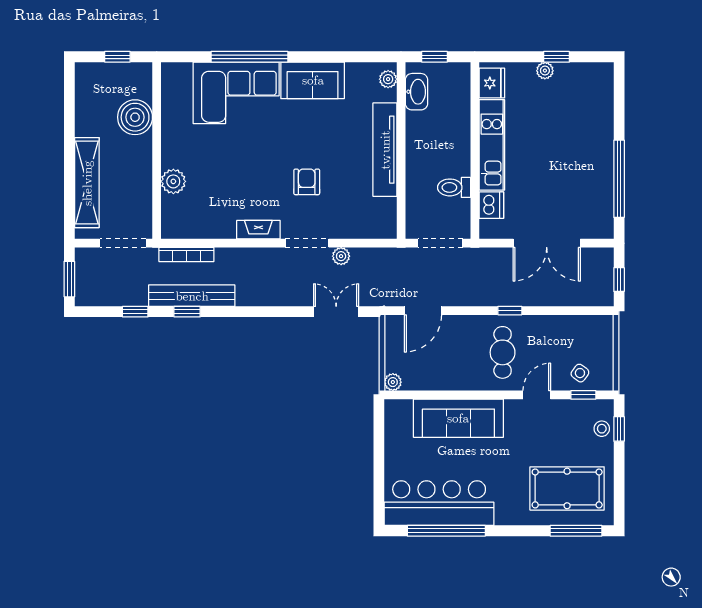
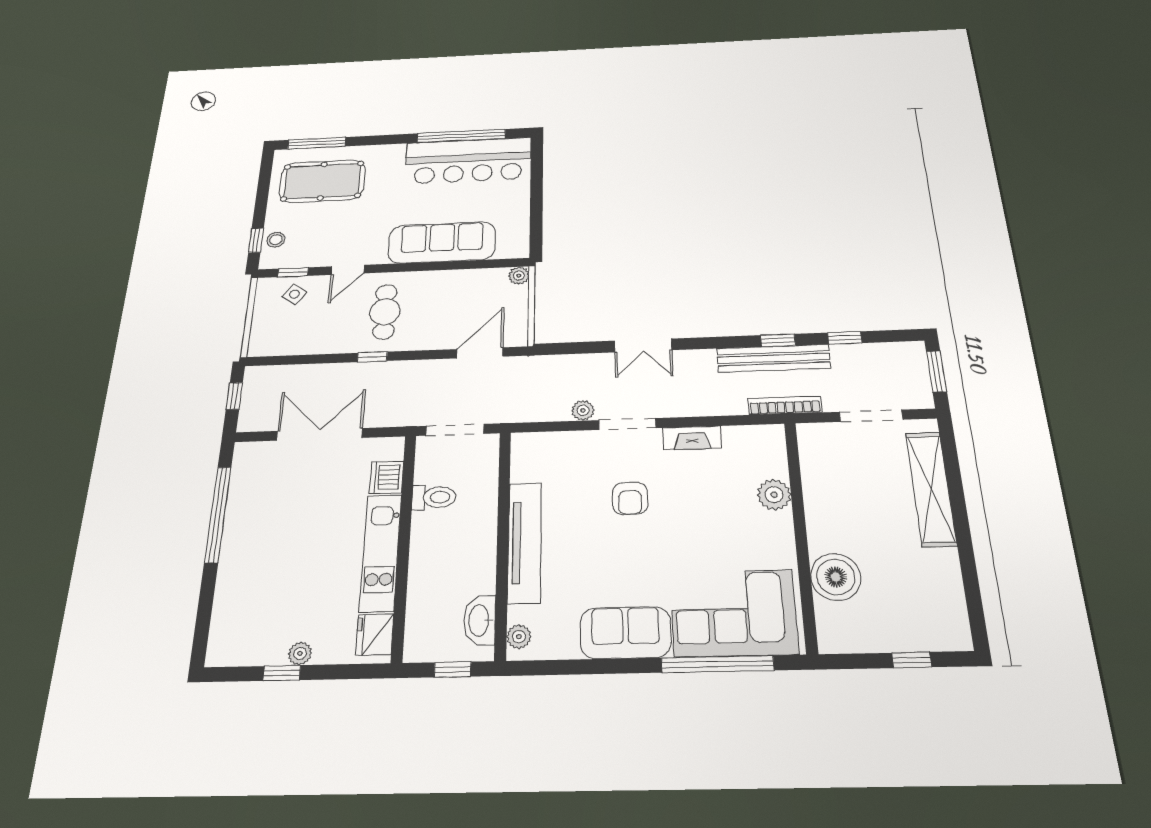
boiler: (135, 117) -> (836, 577), moved
wall: (157, 151) -> (801, 534), moved
plant: (173, 181) -> (774, 495), moved
double door: (336, 312) -> (643, 345), moved

